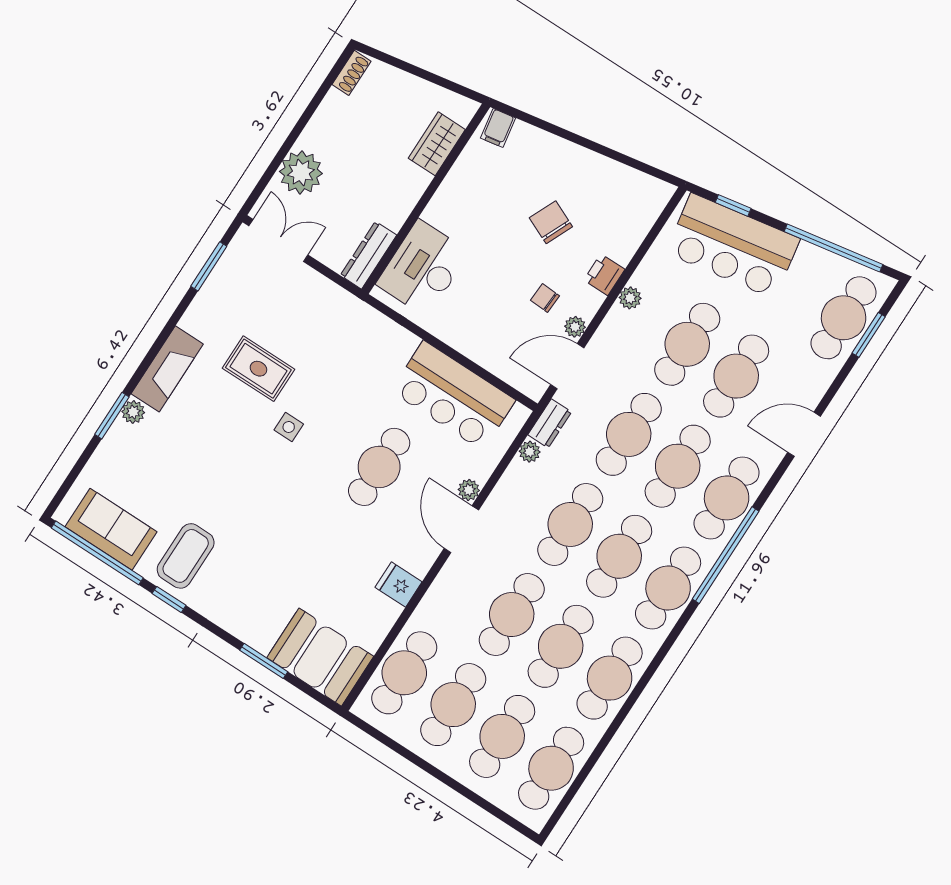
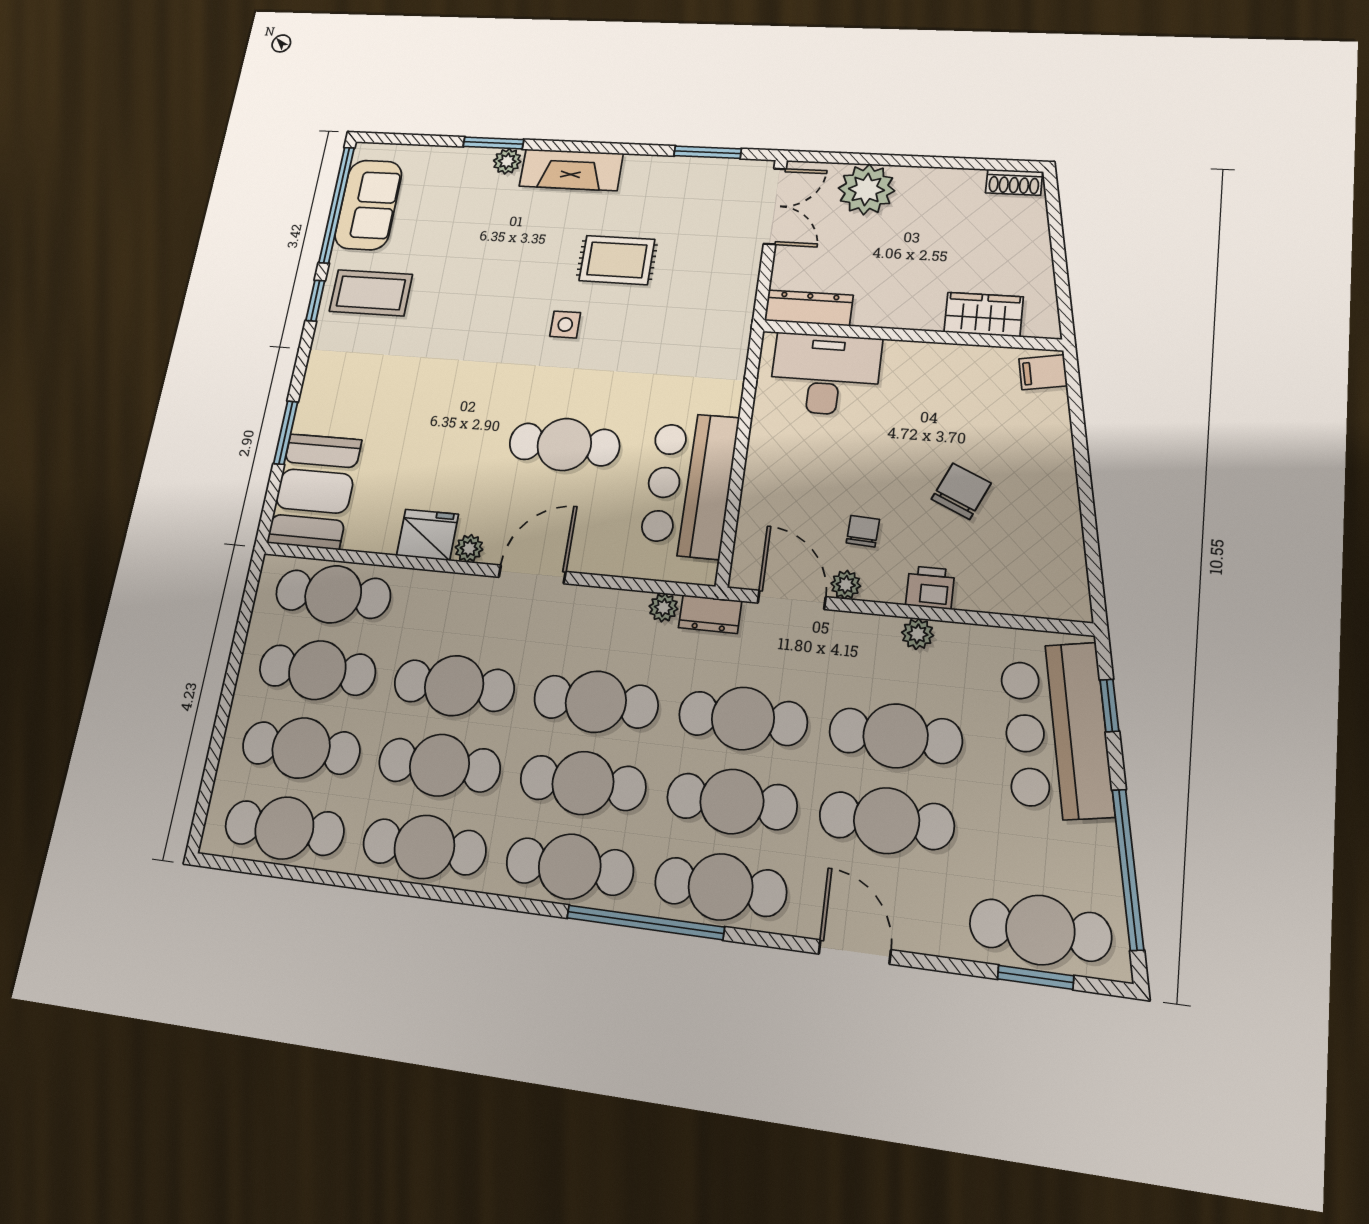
rug: (258, 369) -> (617, 260), turned 90
plant: (469, 490) -> (469, 548), moved
fridge: (399, 585) -> (427, 535), width x1.38

